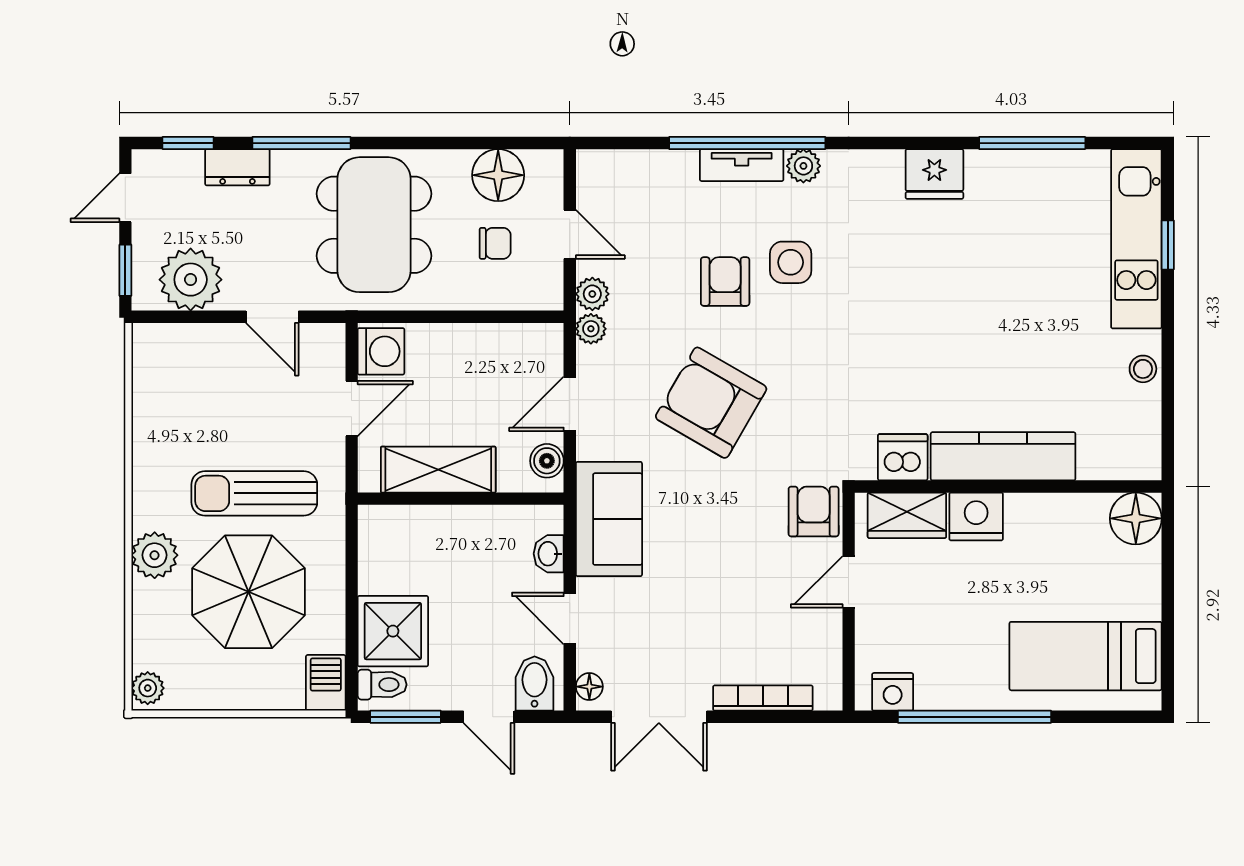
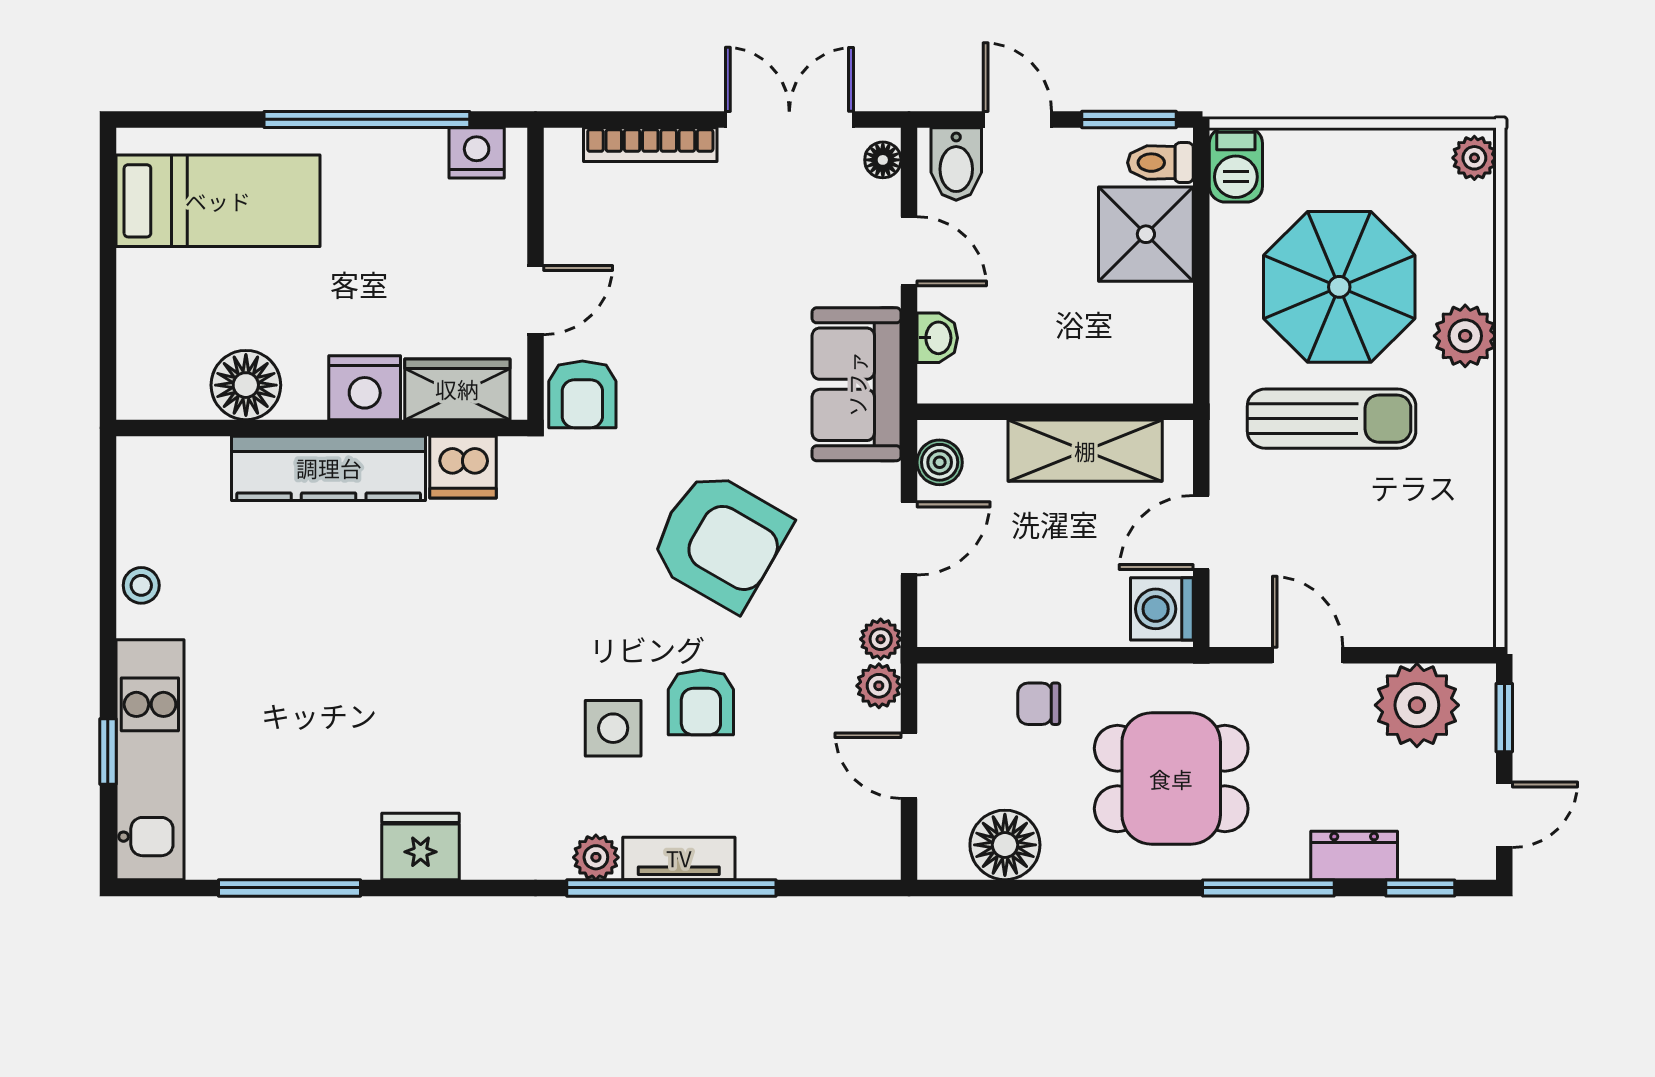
dining table: (374, 225) -> (1171, 779), width x0.73
chair: (495, 243) -> (1039, 704), moved
floor lamp: (1136, 518) -> (246, 385), moved

